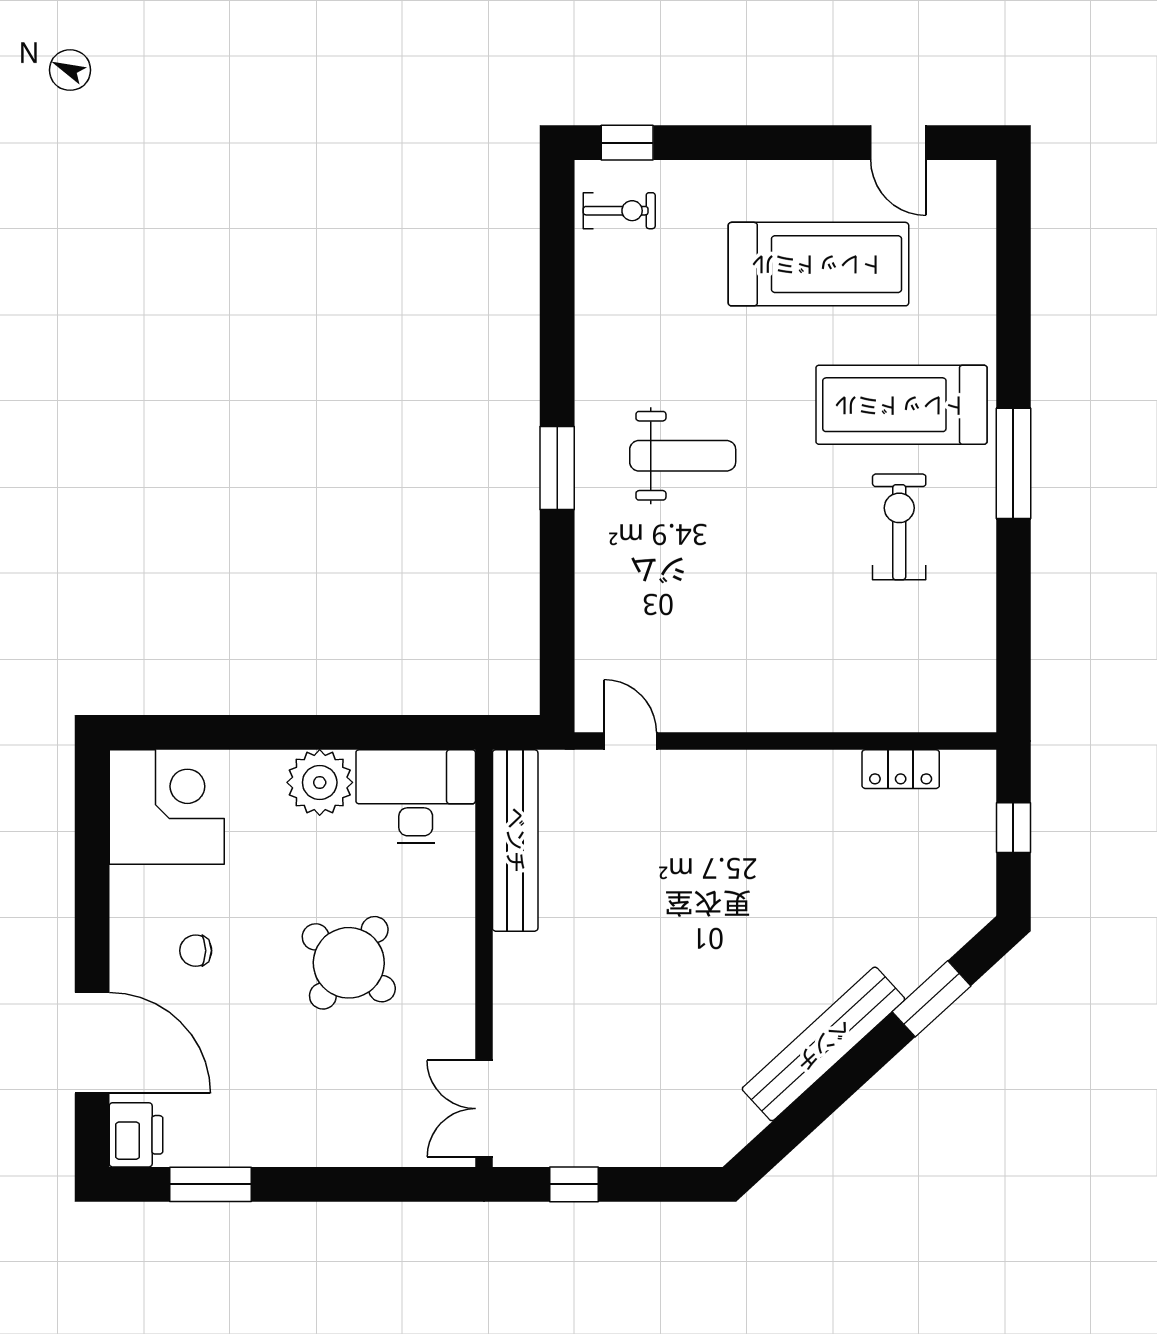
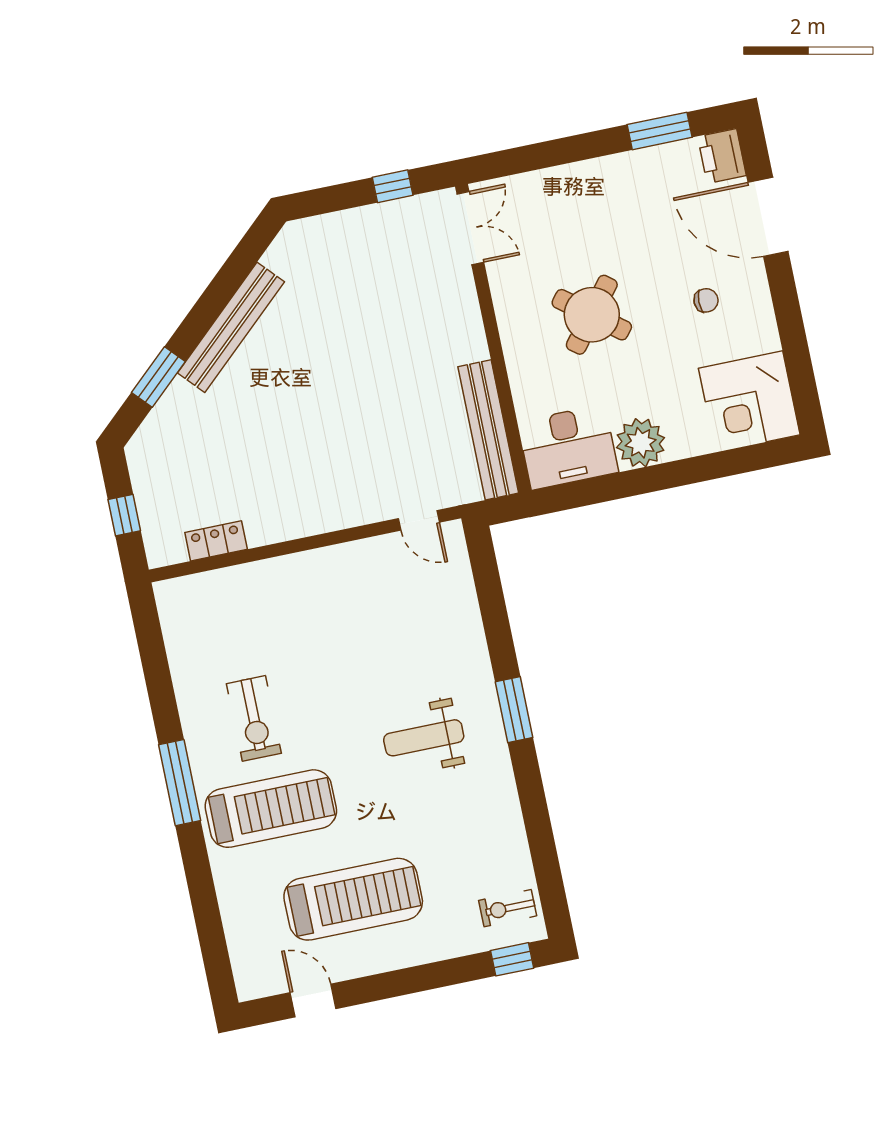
treadmill: (818, 264) -> (353, 899), turned 180

